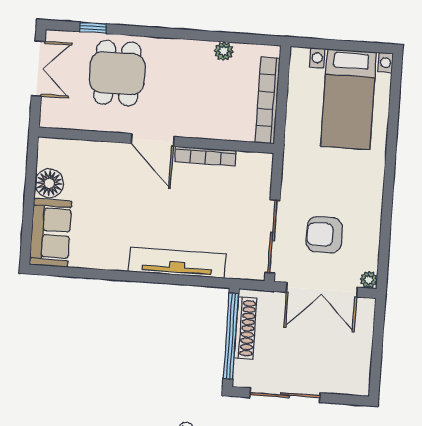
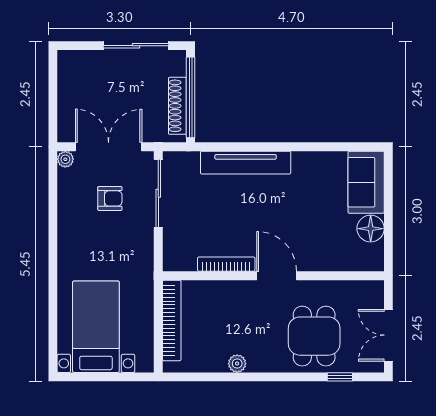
plant: (224, 51) -> (237, 364), moved
armchair: (324, 235) -> (110, 198), width x0.72, depth x0.72

